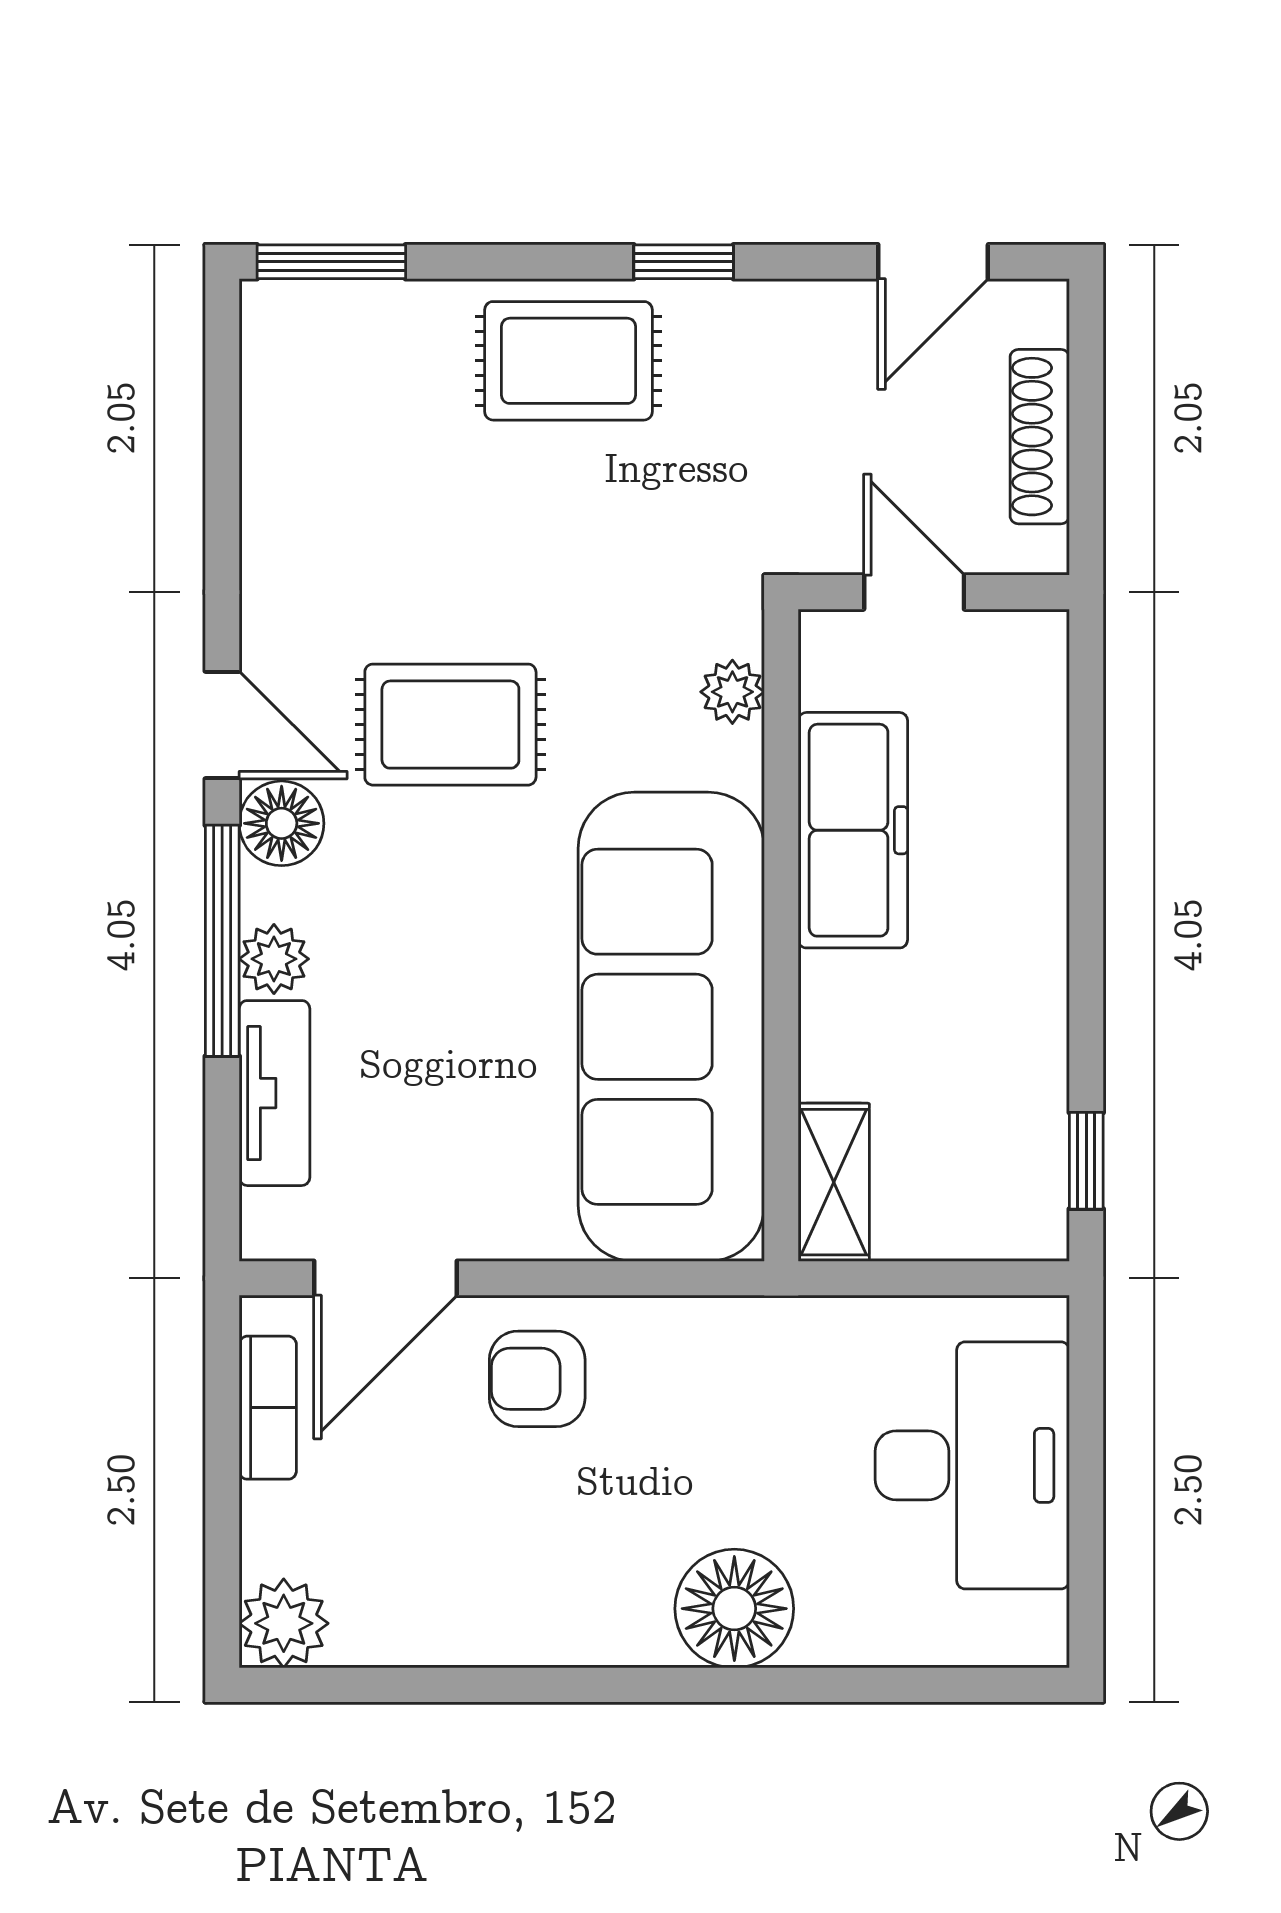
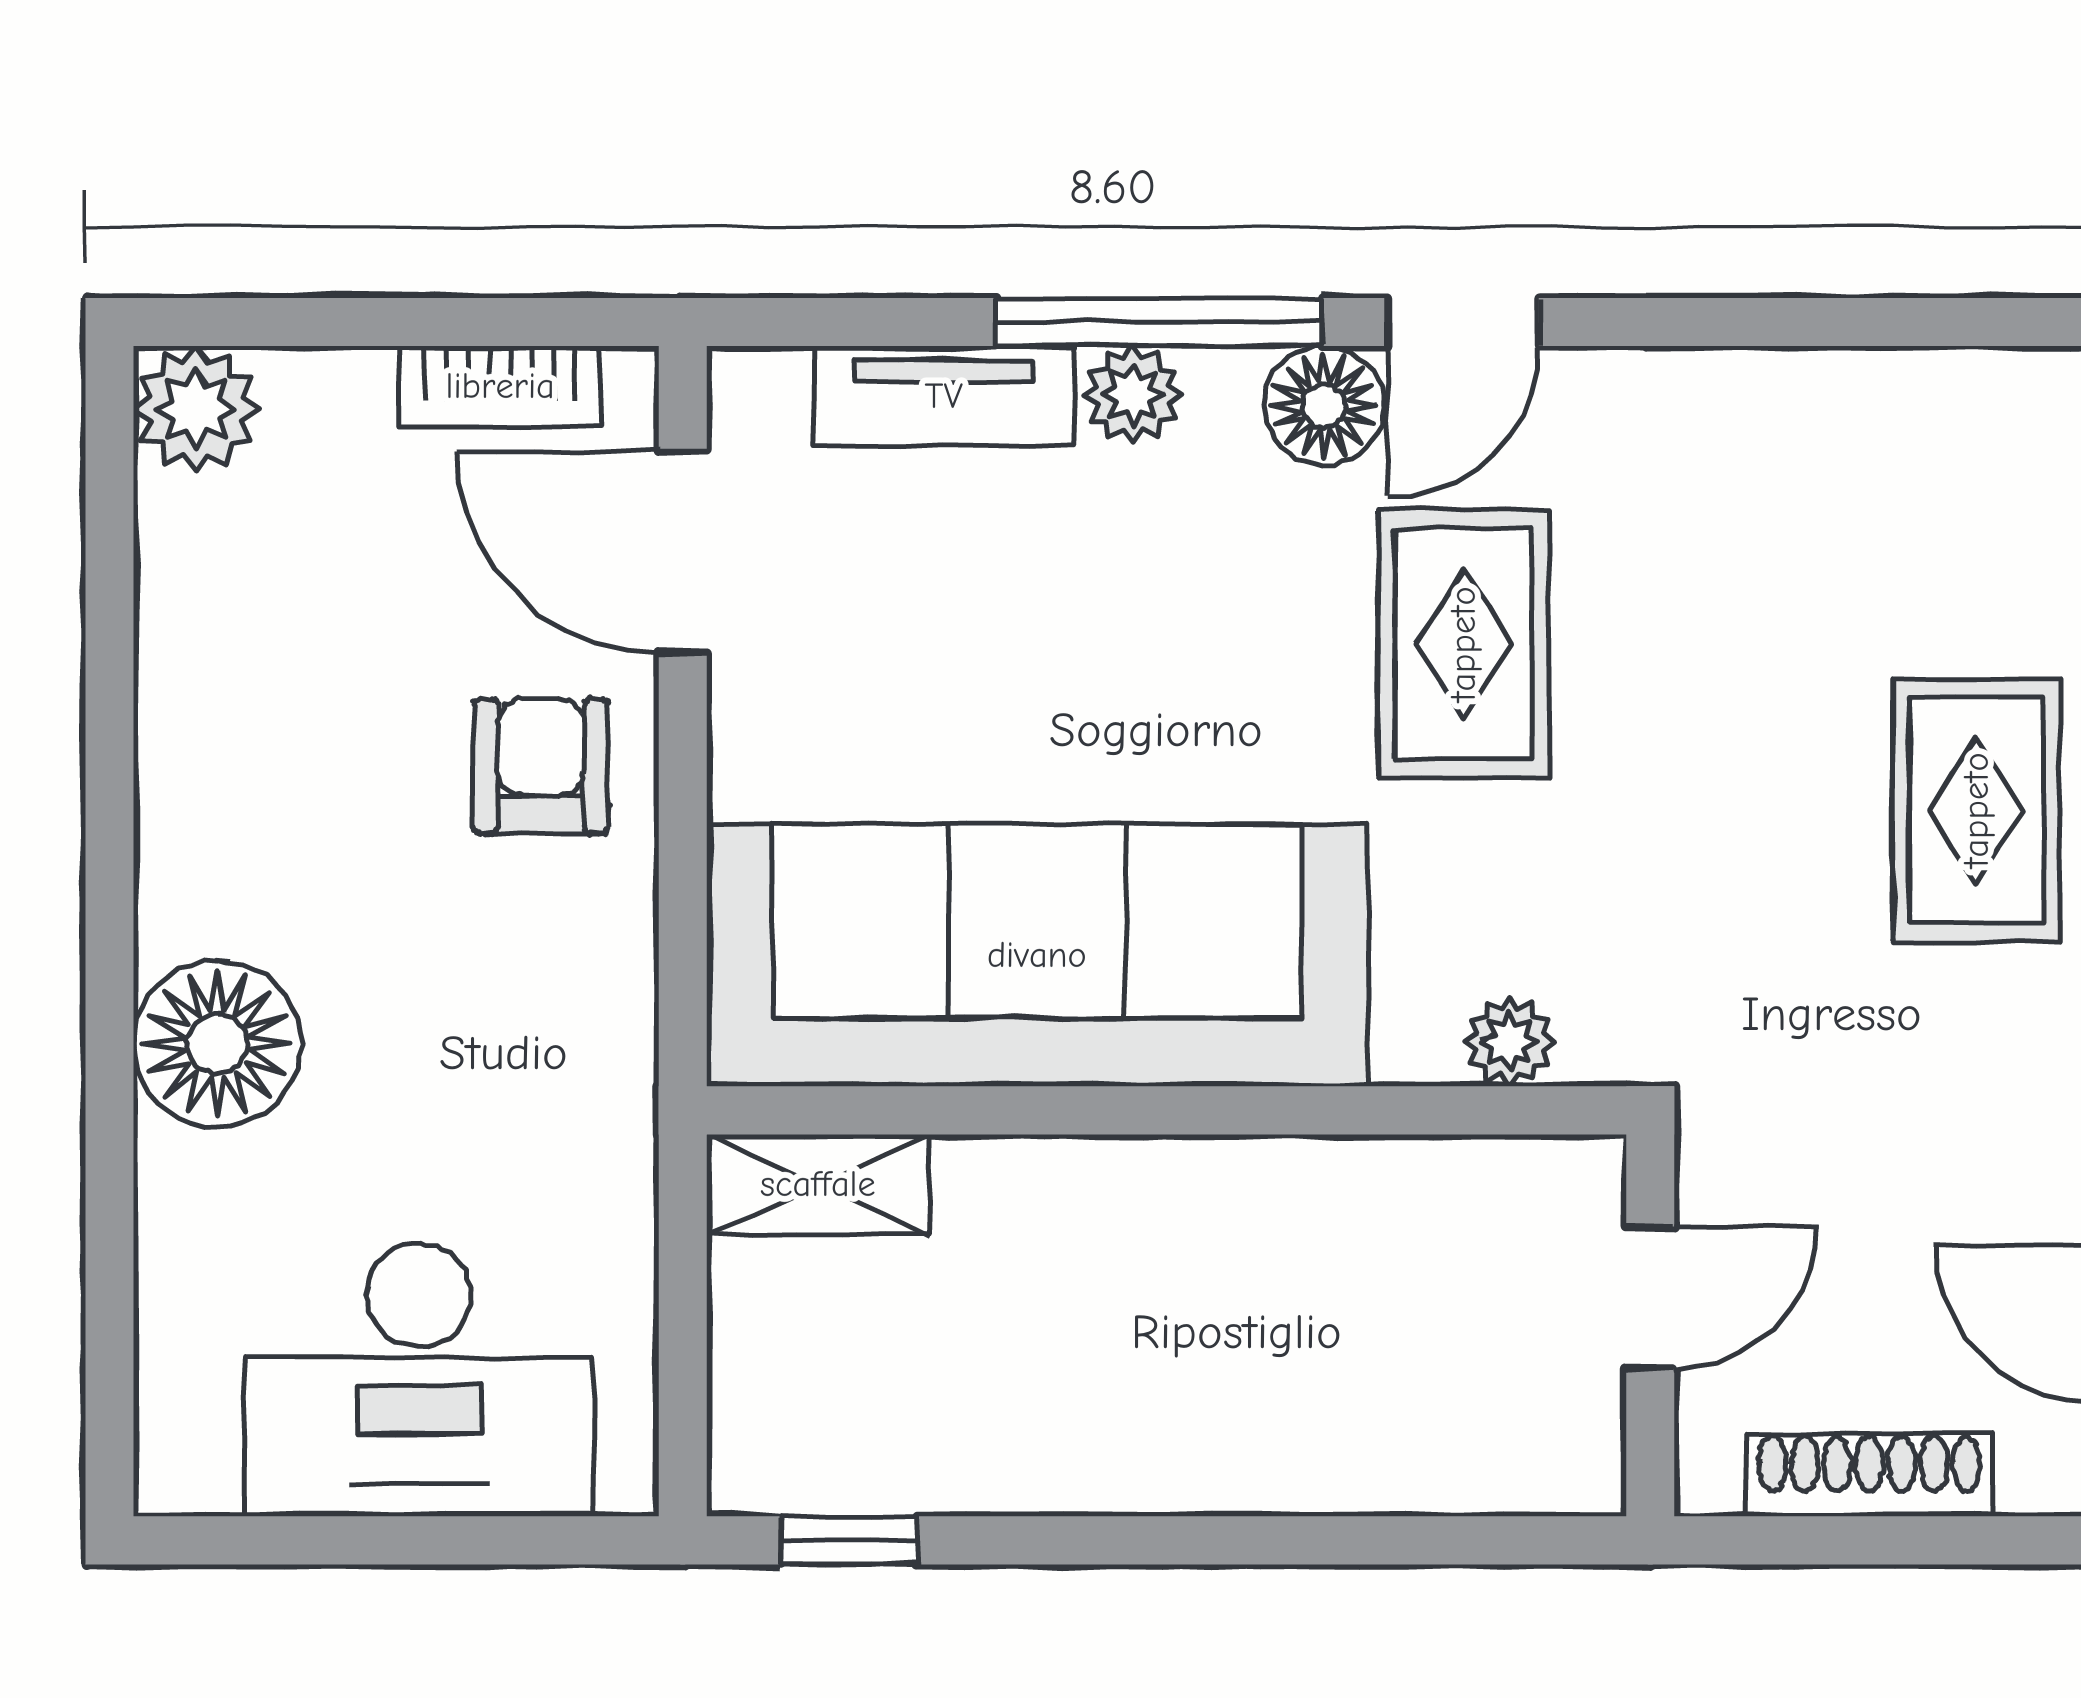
freezer: (853, 830) -> (1314, 1211), removed

